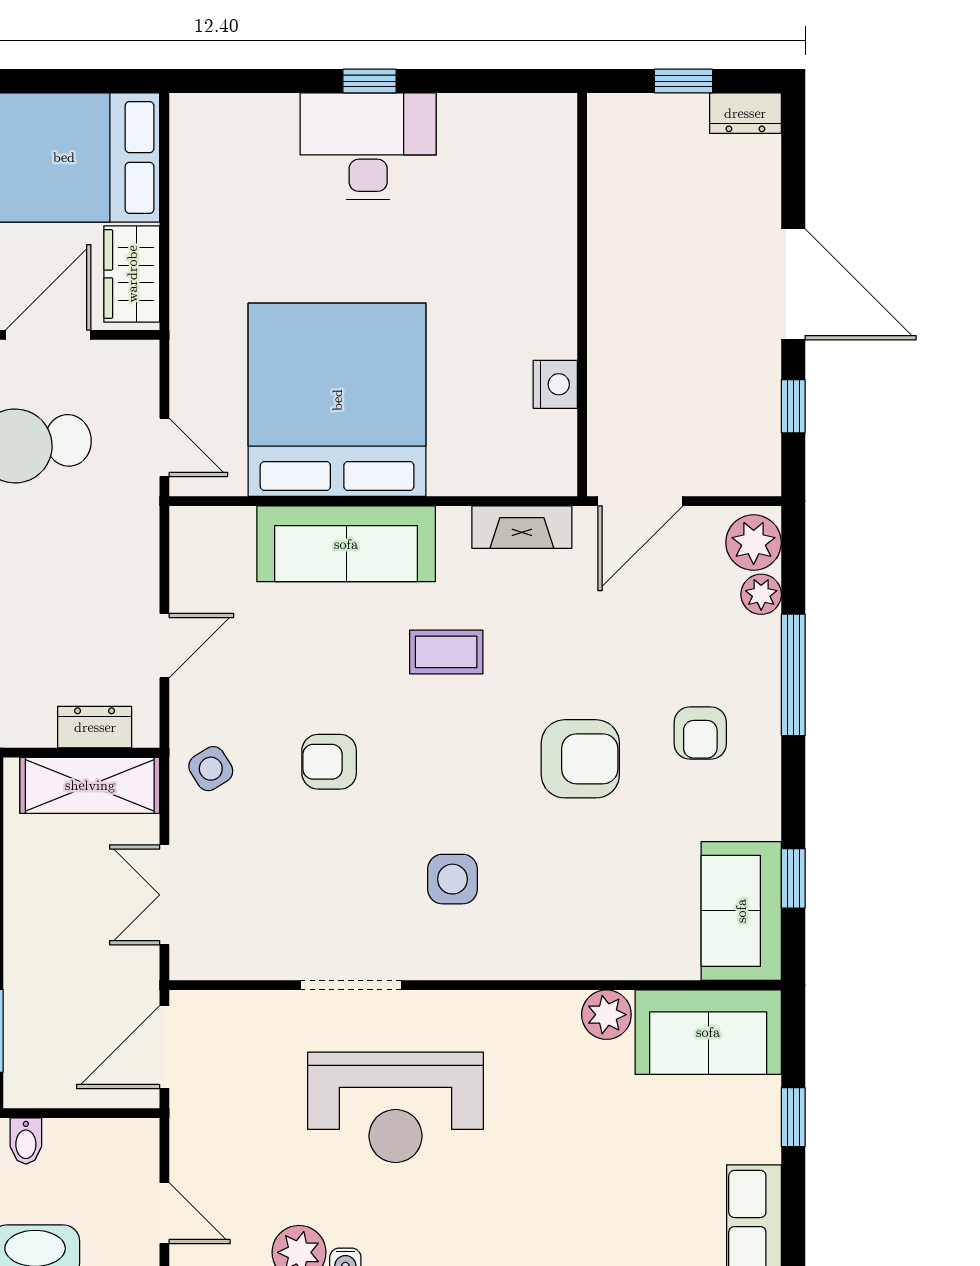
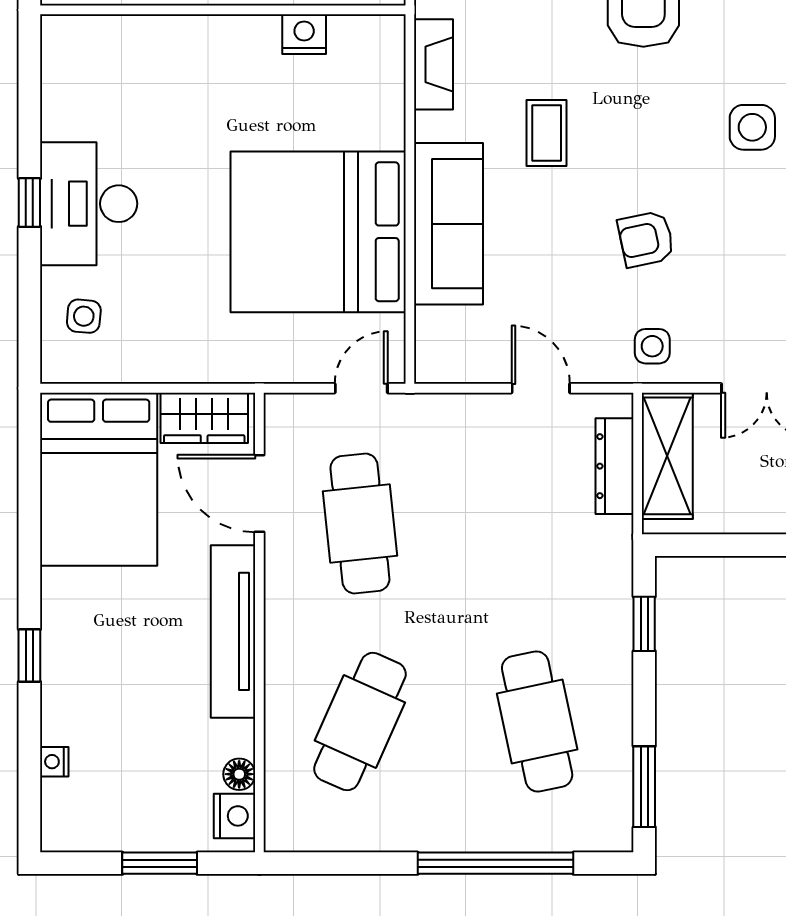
side table: (244, 141) -> (84, 316), added
dresser: (95, 727) -> (615, 466), width x1.44
armchair: (329, 762) -> (646, 239), turned 78
side table: (211, 769) -> (652, 346), turned 32

